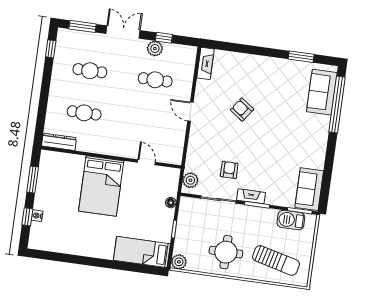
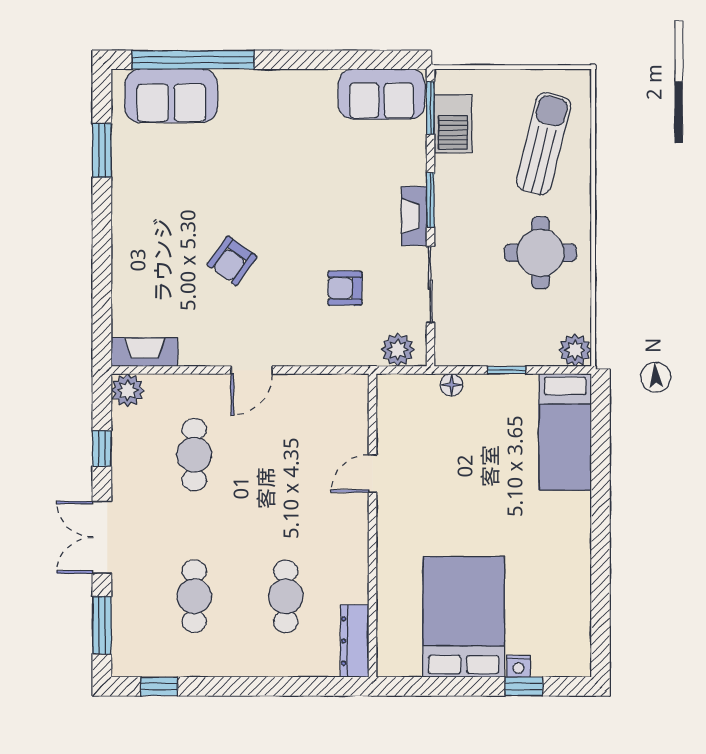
plant: (155, 49) -> (128, 390), moved
door: (146, 162) -> (373, 474), moved
armchair: (229, 170) -> (345, 288), moved
window: (33, 180) -> (443, 686), removed
bed: (101, 186) -> (464, 617), moved, turned -90

